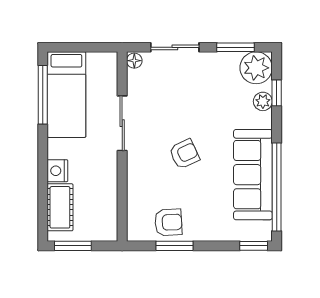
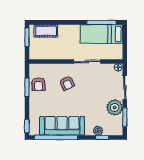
plant: (256, 68) -> (115, 107), moved
armchair: (184, 154) -> (67, 83), moved
nightstand: (57, 171) -> (64, 30), removed

